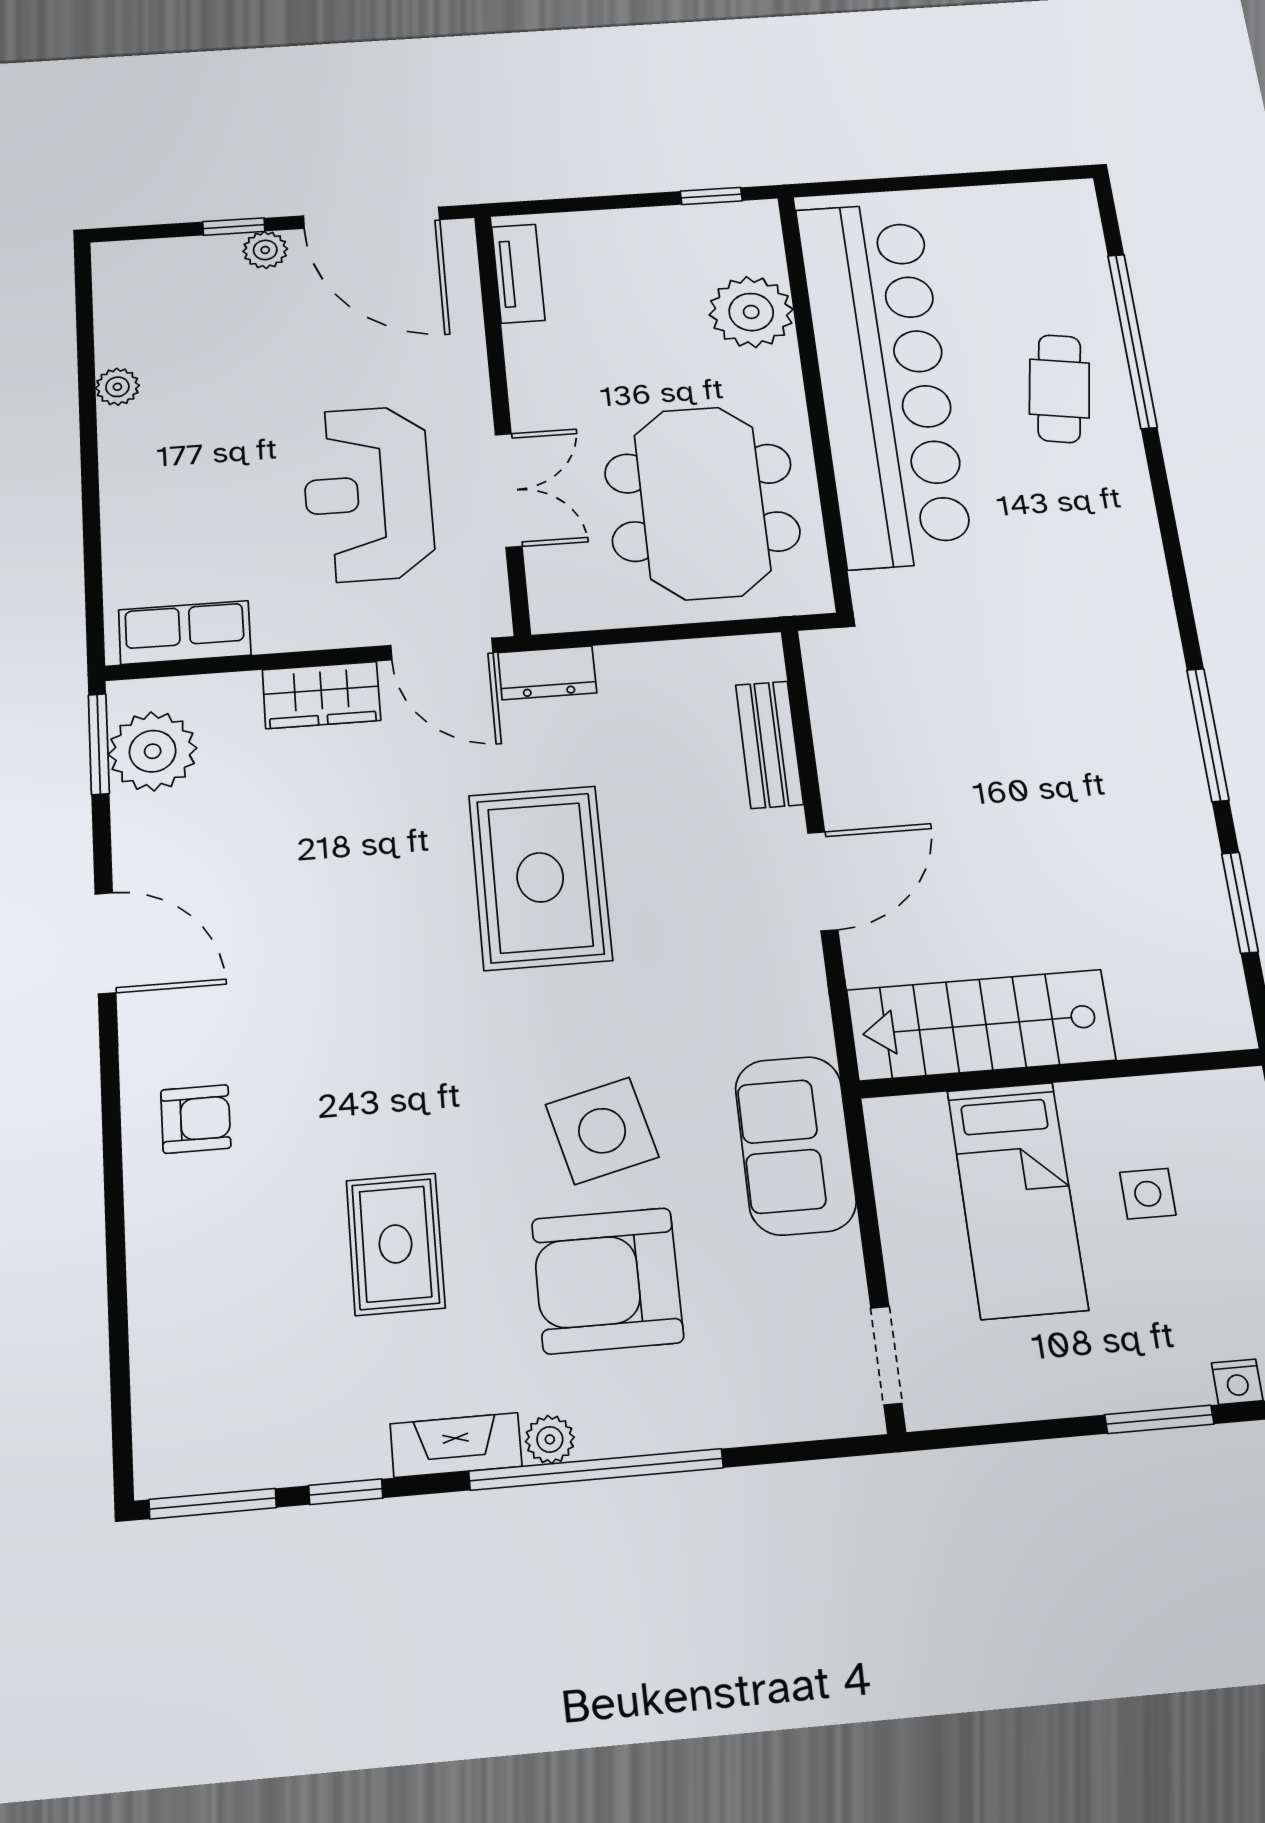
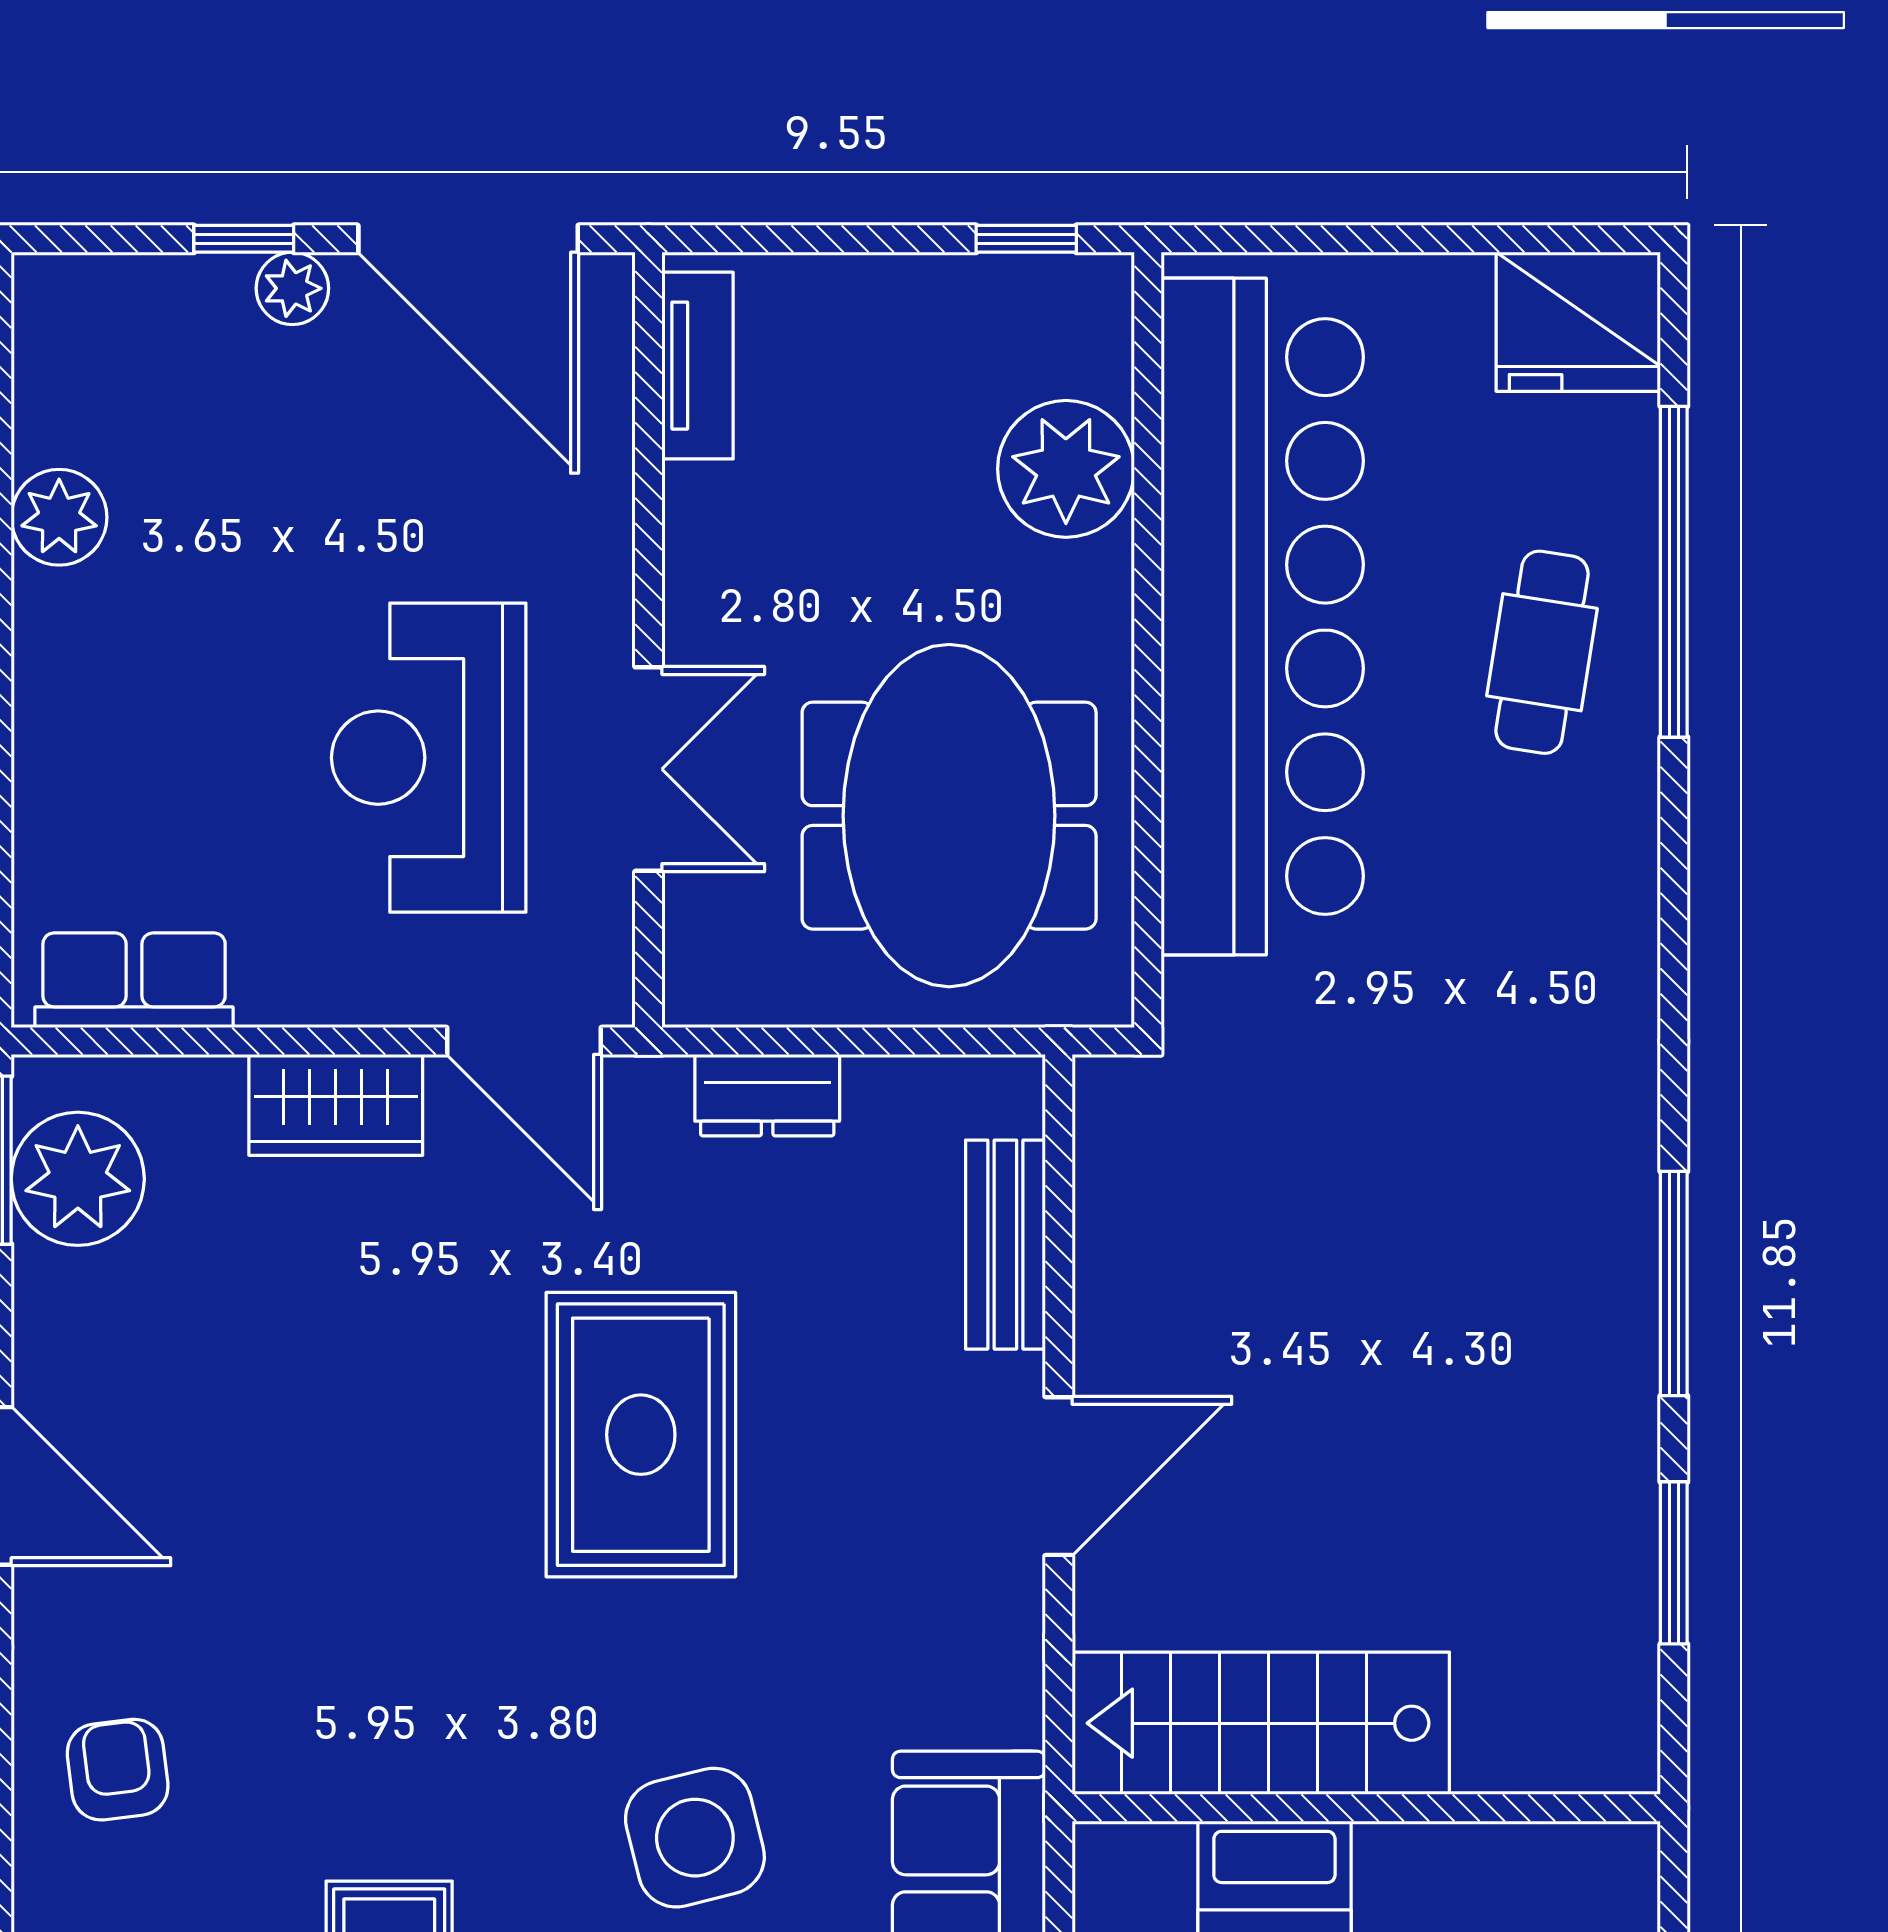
fridge: (1050, 216) -> (1578, 322), added
plant: (117, 387) -> (59, 517), width x1.38, depth x1.38
dresser: (547, 673) -> (767, 1095), moved
armchair: (196, 1119) -> (118, 1770), turned -97

